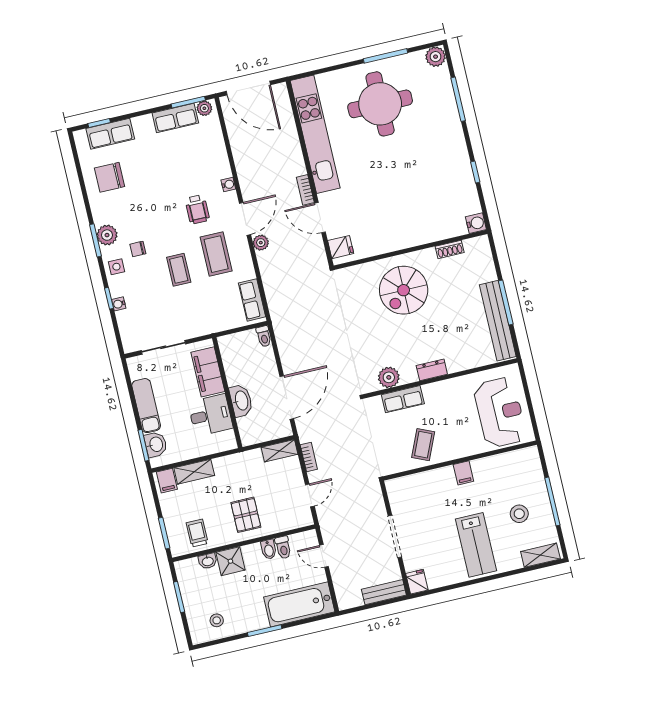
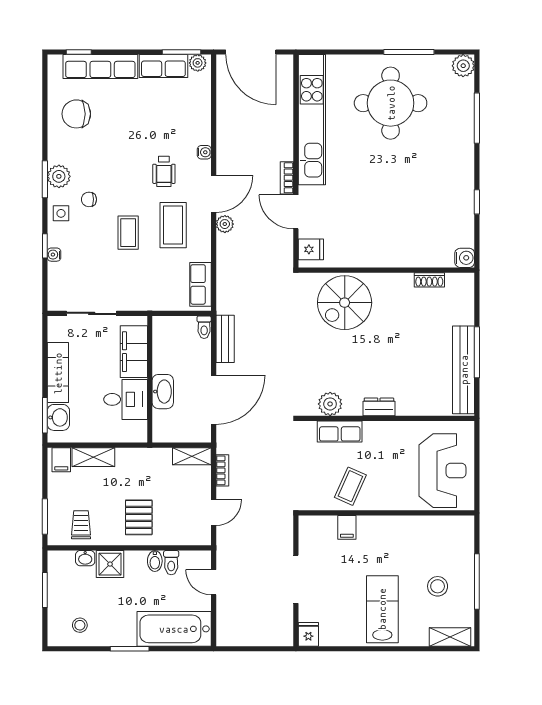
row of seats: (110, 134) -> (100, 67), width x1.48
spiral stairs: (404, 290) -> (345, 303), moved
filing cabinet: (463, 473) -> (347, 527), moved
lab bench: (476, 545) -> (382, 609), turned 180
bench: (384, 592) -> (225, 339), moved, turned 90

